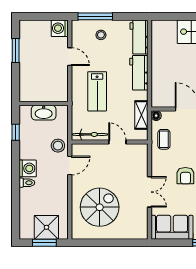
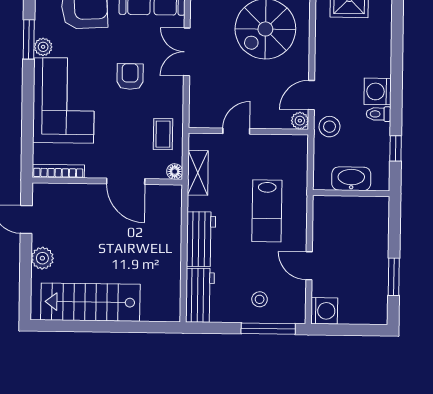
lab bench: (97, 91) -> (267, 211), turned 180
bicycle: (90, 134) -> (279, 143), removed
door: (117, 142) -> (236, 131), swing flipped
plant: (77, 149) -> (300, 121), added
toilet: (27, 183) -> (379, 114), moved

